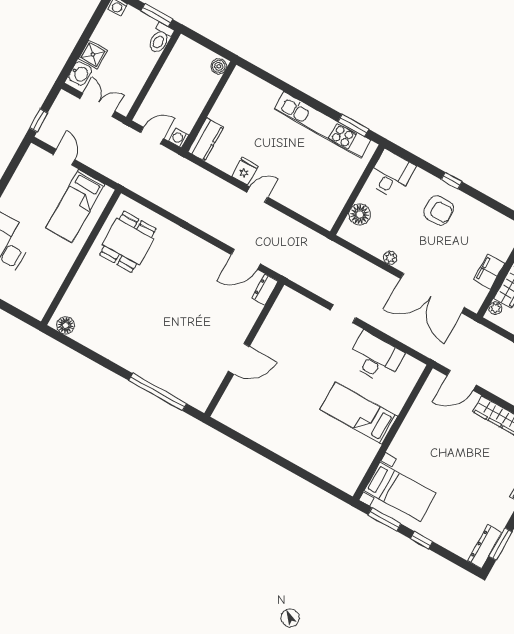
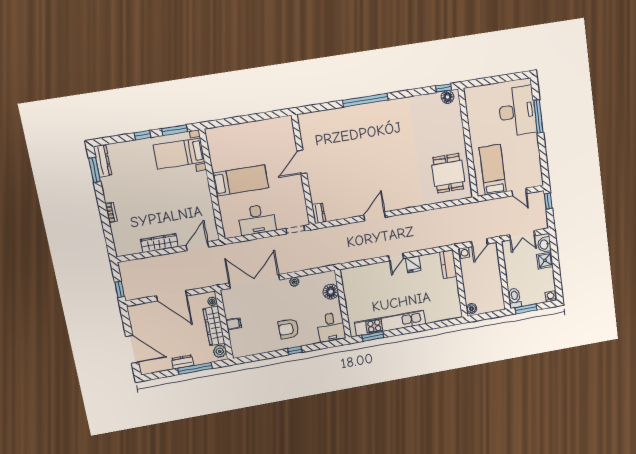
filing cabinet: (489, 272) -> (234, 324), width x0.50
dresser: (265, 290) -> (319, 213), moved
window: (62, 339) -> (444, 88), added
wall: (244, 349) -> (303, 170), moved
door: (239, 359) -> (302, 162), moved

